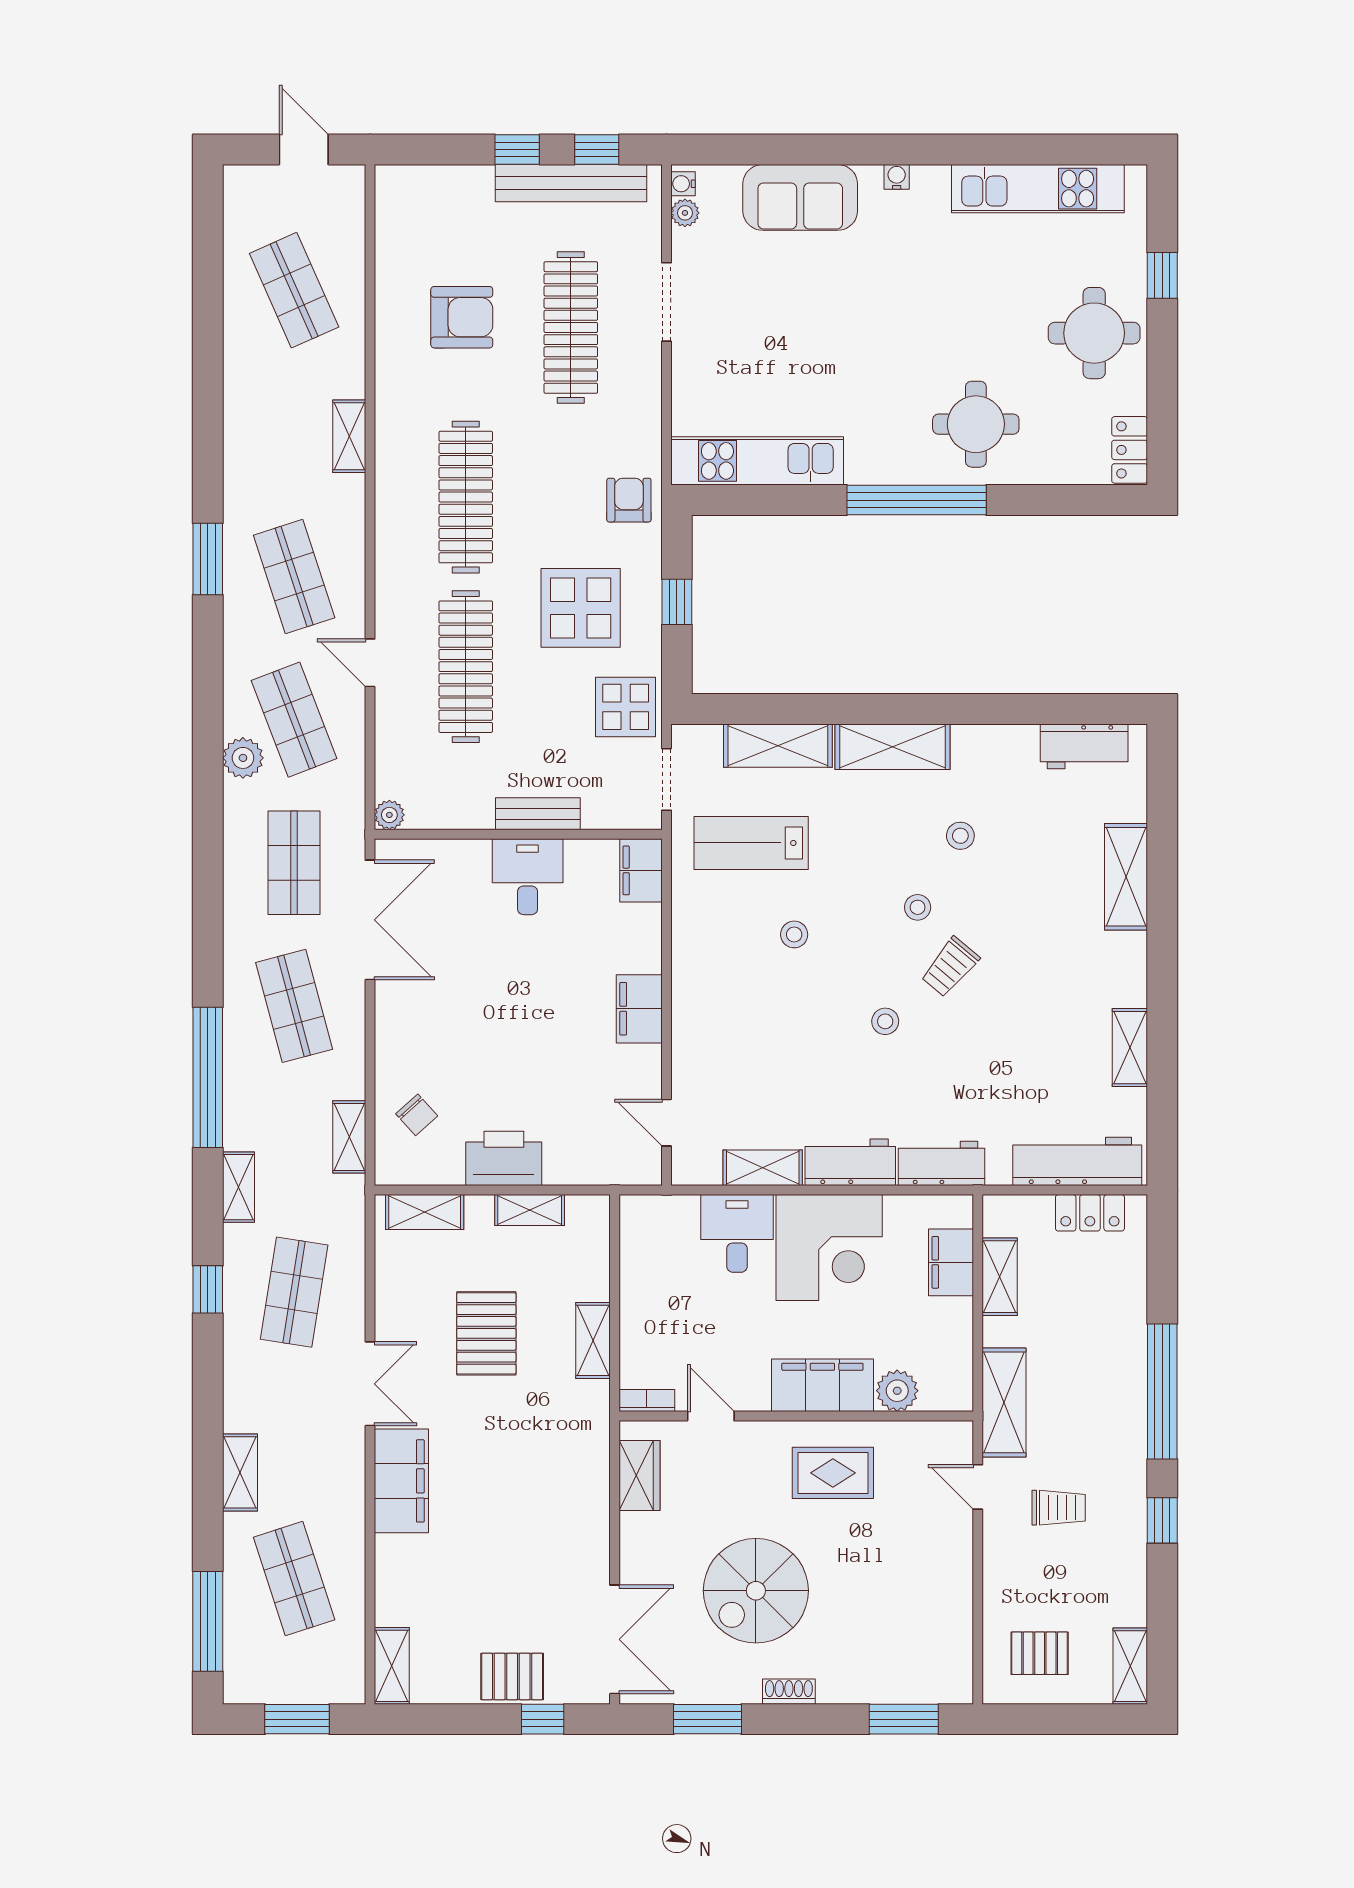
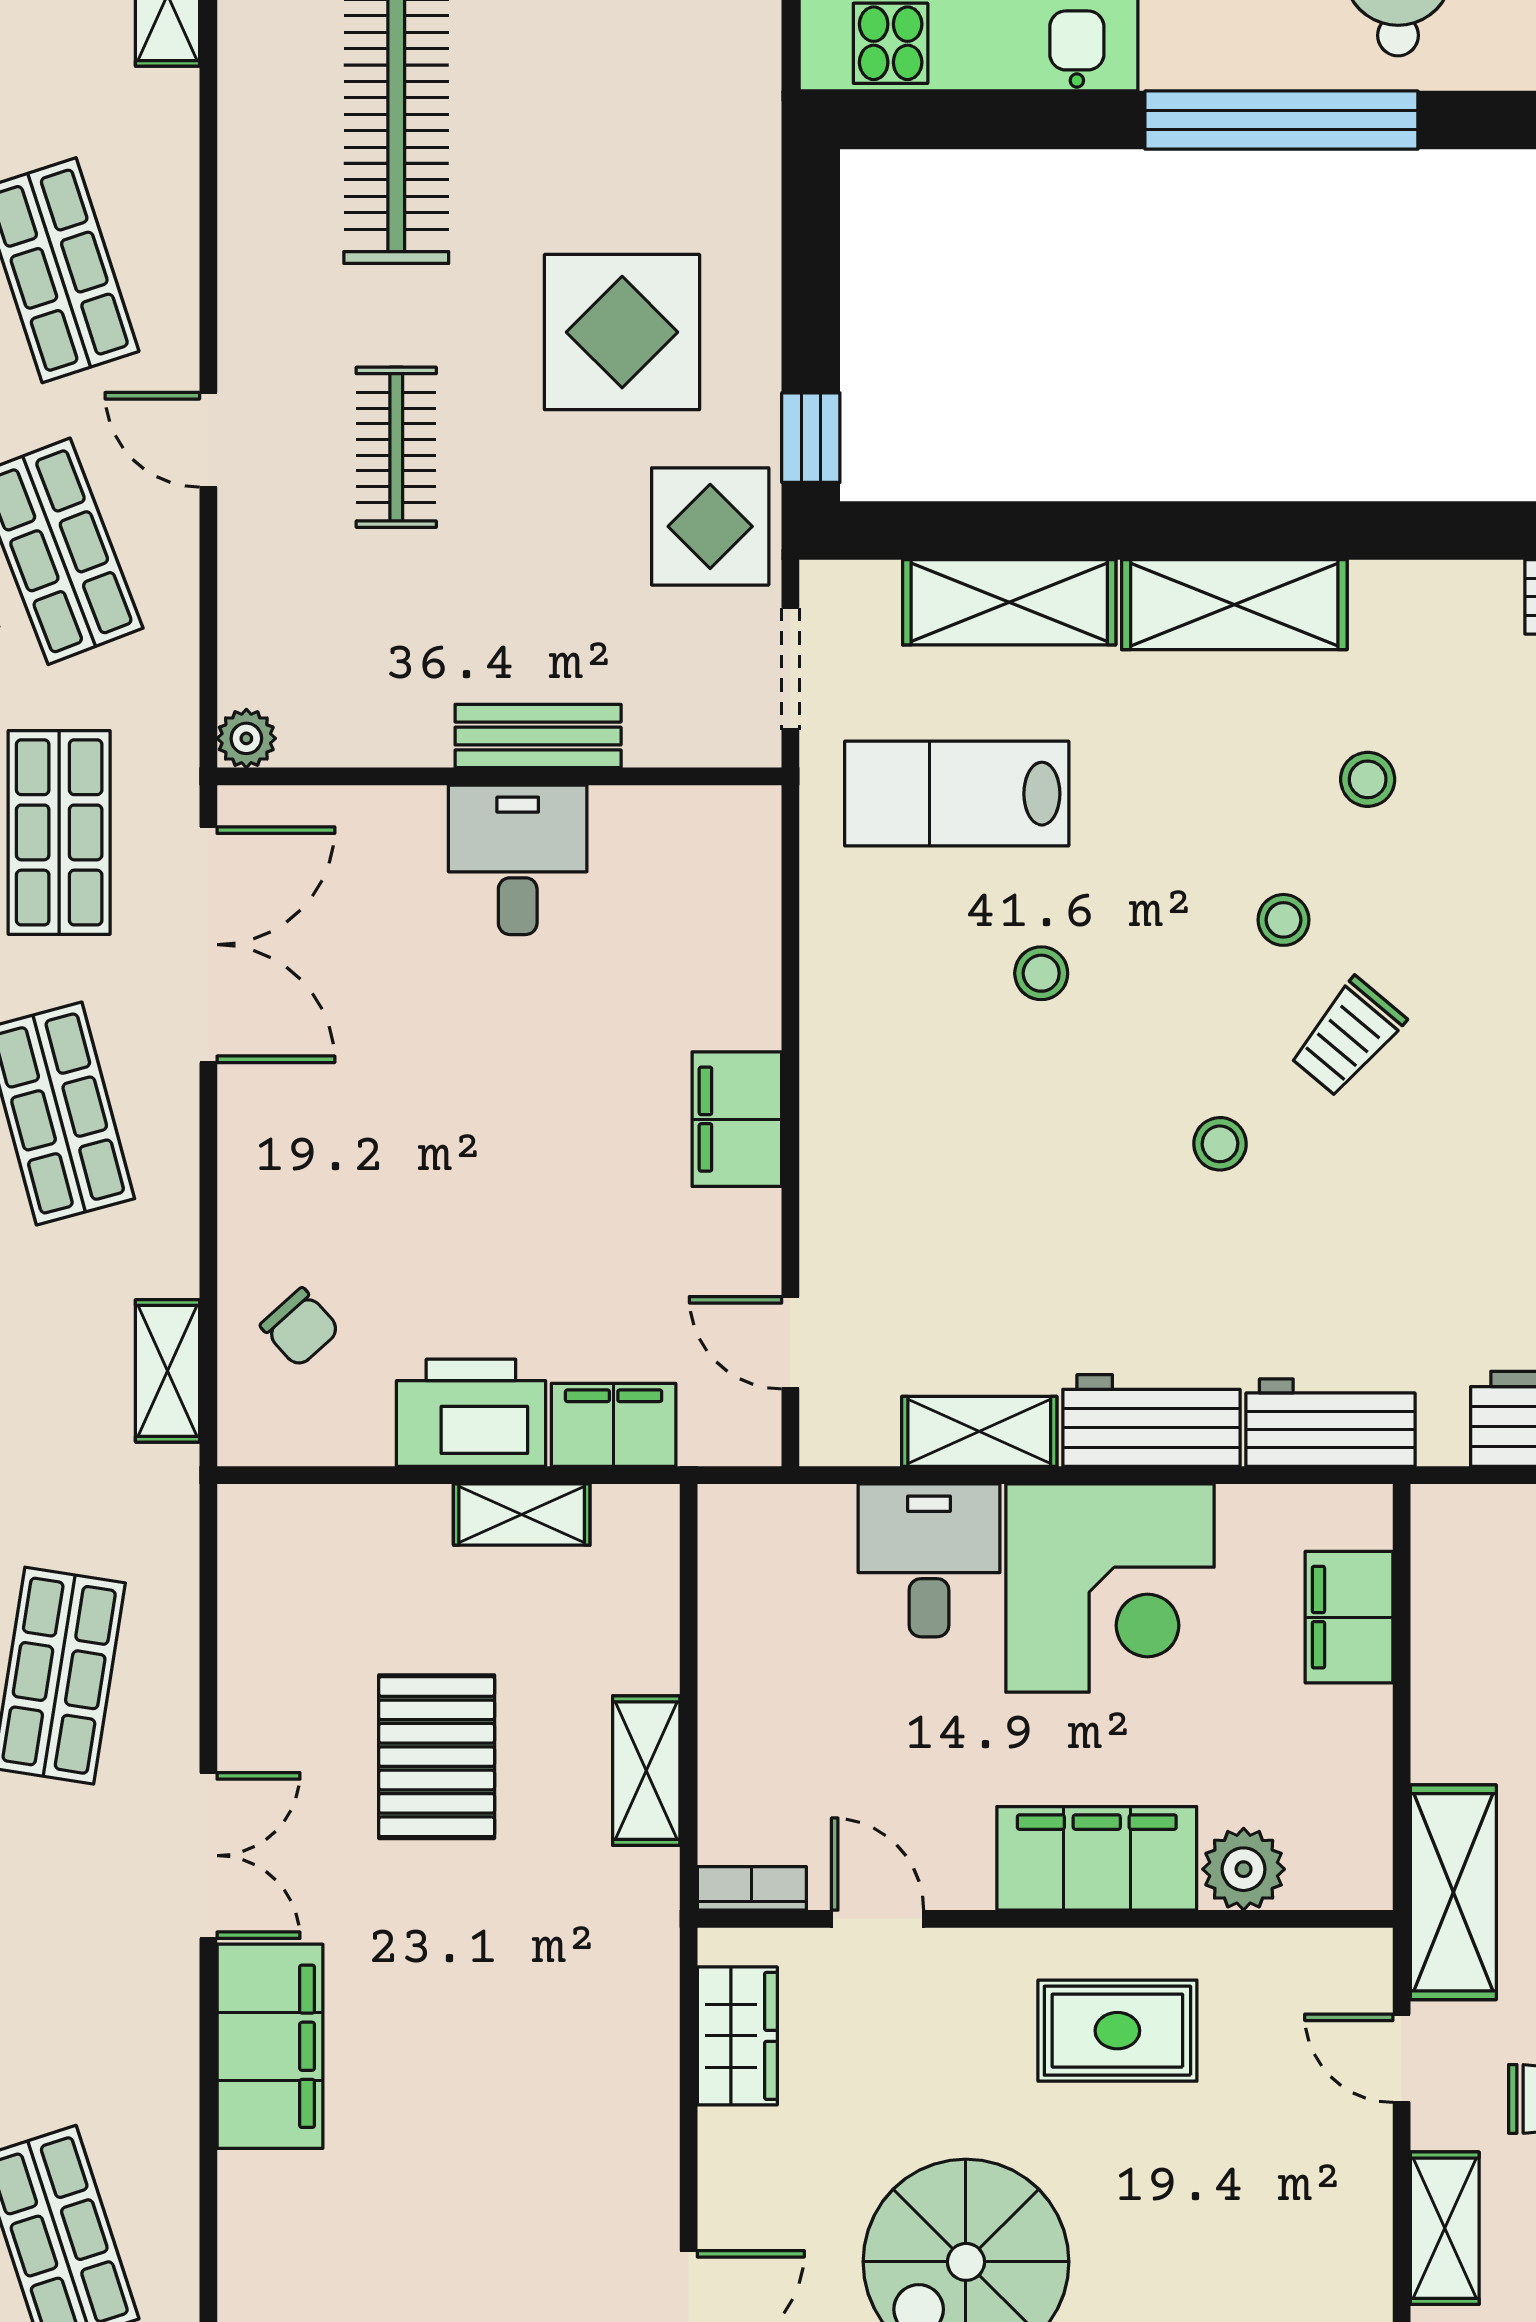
armchair: (629, 500) -> (717, 120), removed
window: (677, 602) -> (811, 438), moved
clothes rail: (466, 667) -> (396, 447), width x0.54, depth x0.76
filing cabinet: (641, 870) -> (614, 1425), moved, turned 90
shelving: (425, 1212) -> (316, 1518), removed
shelving: (1000, 1277) -> (1445, 2228), moved

